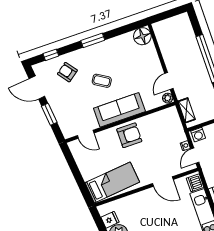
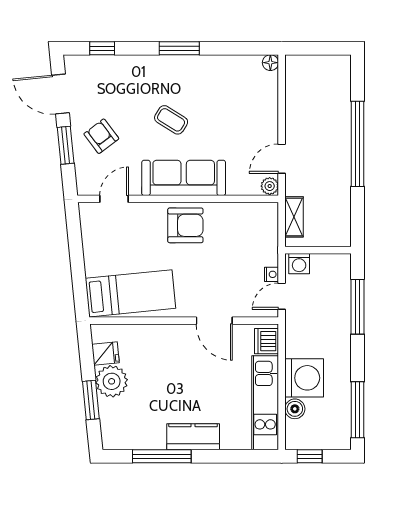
floor lamp: (142, 36) -> (270, 63), width x0.53, depth x0.53
armchair: (67, 72) -> (101, 136), moved
door: (86, 134) -> (114, 199), swing flipped

